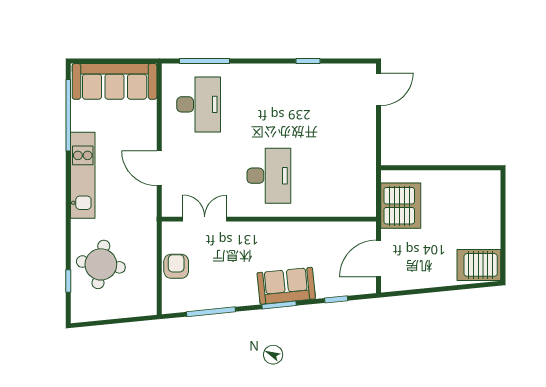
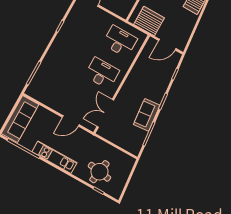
desk: (199, 104) -> (120, 41), moved
double door: (205, 219) -> (105, 113), width x1.37
door: (379, 258) -> (167, 45), hinge flipped
armchair: (176, 266) -> (119, 138), removed
sofa: (286, 286) -> (147, 115), moved

